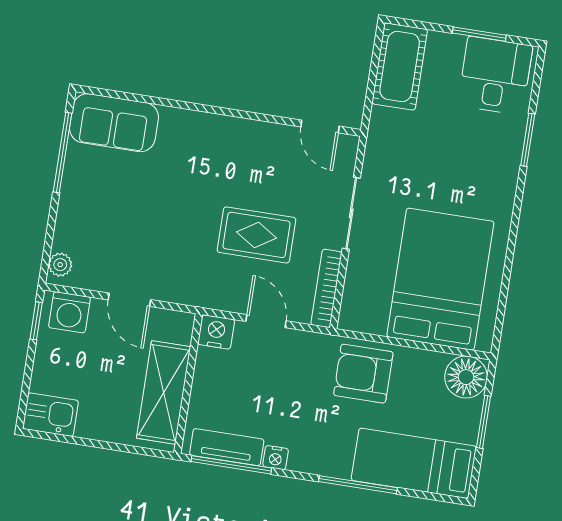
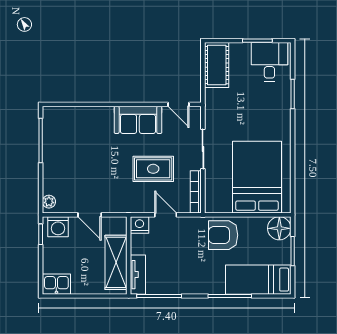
sofa: (114, 123) -> (138, 120), moved
tv unit: (227, 447) -> (138, 275), moved, turned 90
nightstand: (276, 458) -> (183, 288), removed

